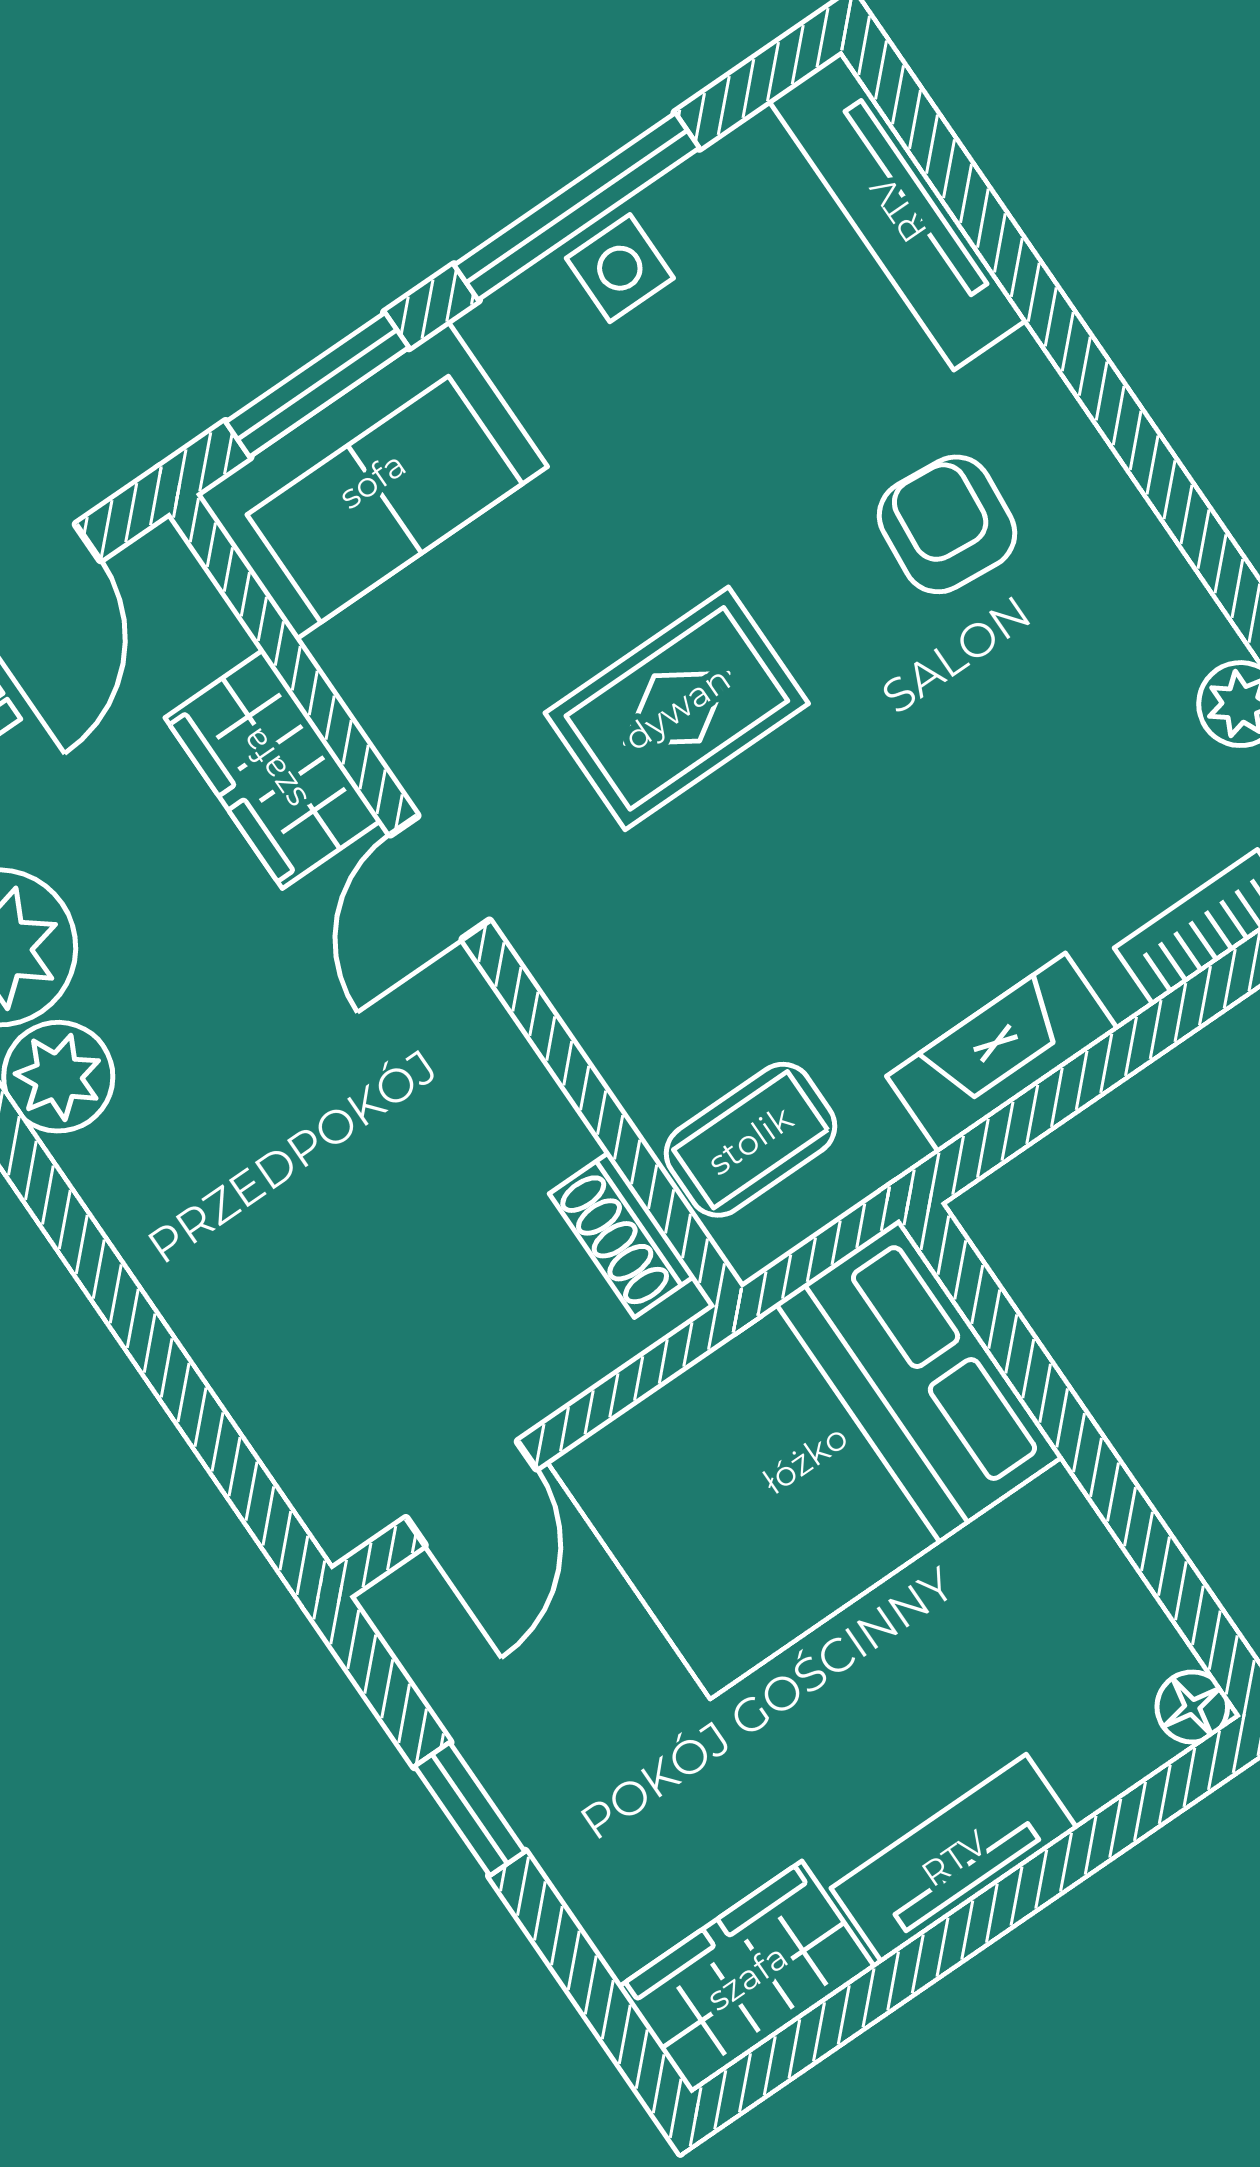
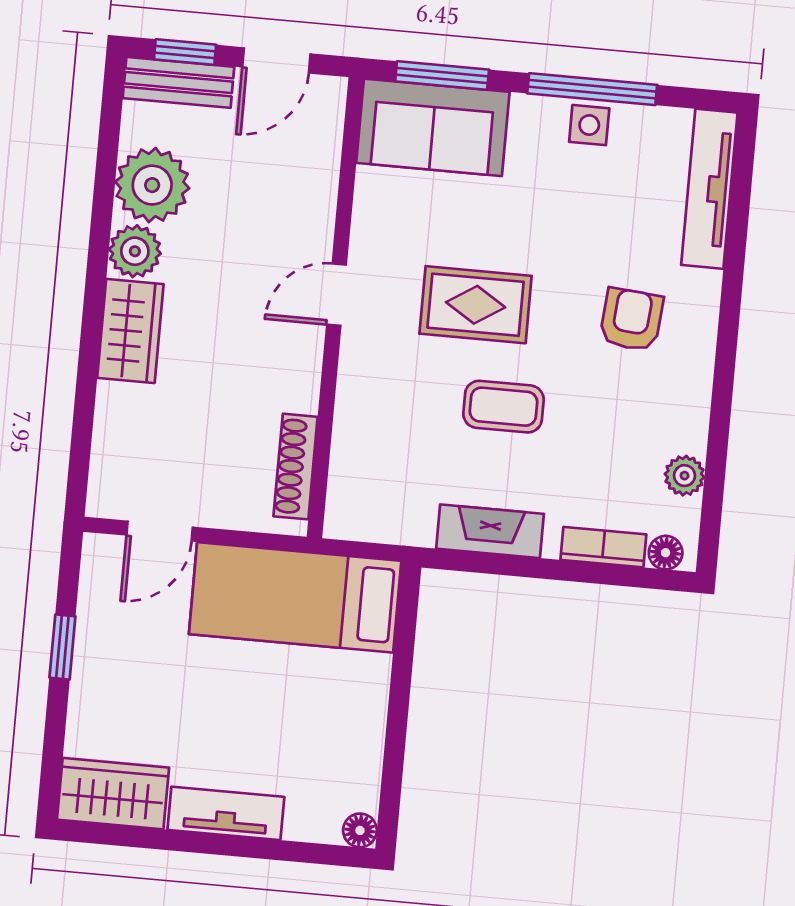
wardrobe: (273, 769) -> (130, 331), moved, turned 180
coffee table: (750, 1140) -> (503, 407), moved
shoe rack: (622, 1235) -> (296, 467), width x1.43
bed: (805, 1459) -> (295, 597), width x0.67

